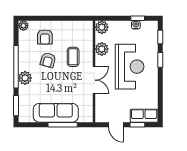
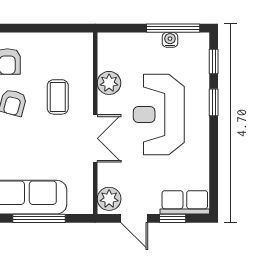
window: (138, 18) -> (173, 28), width x2.17
plant: (102, 27) -> (109, 199), moved
reception desk: (130, 67) -> (159, 115), turned 180

